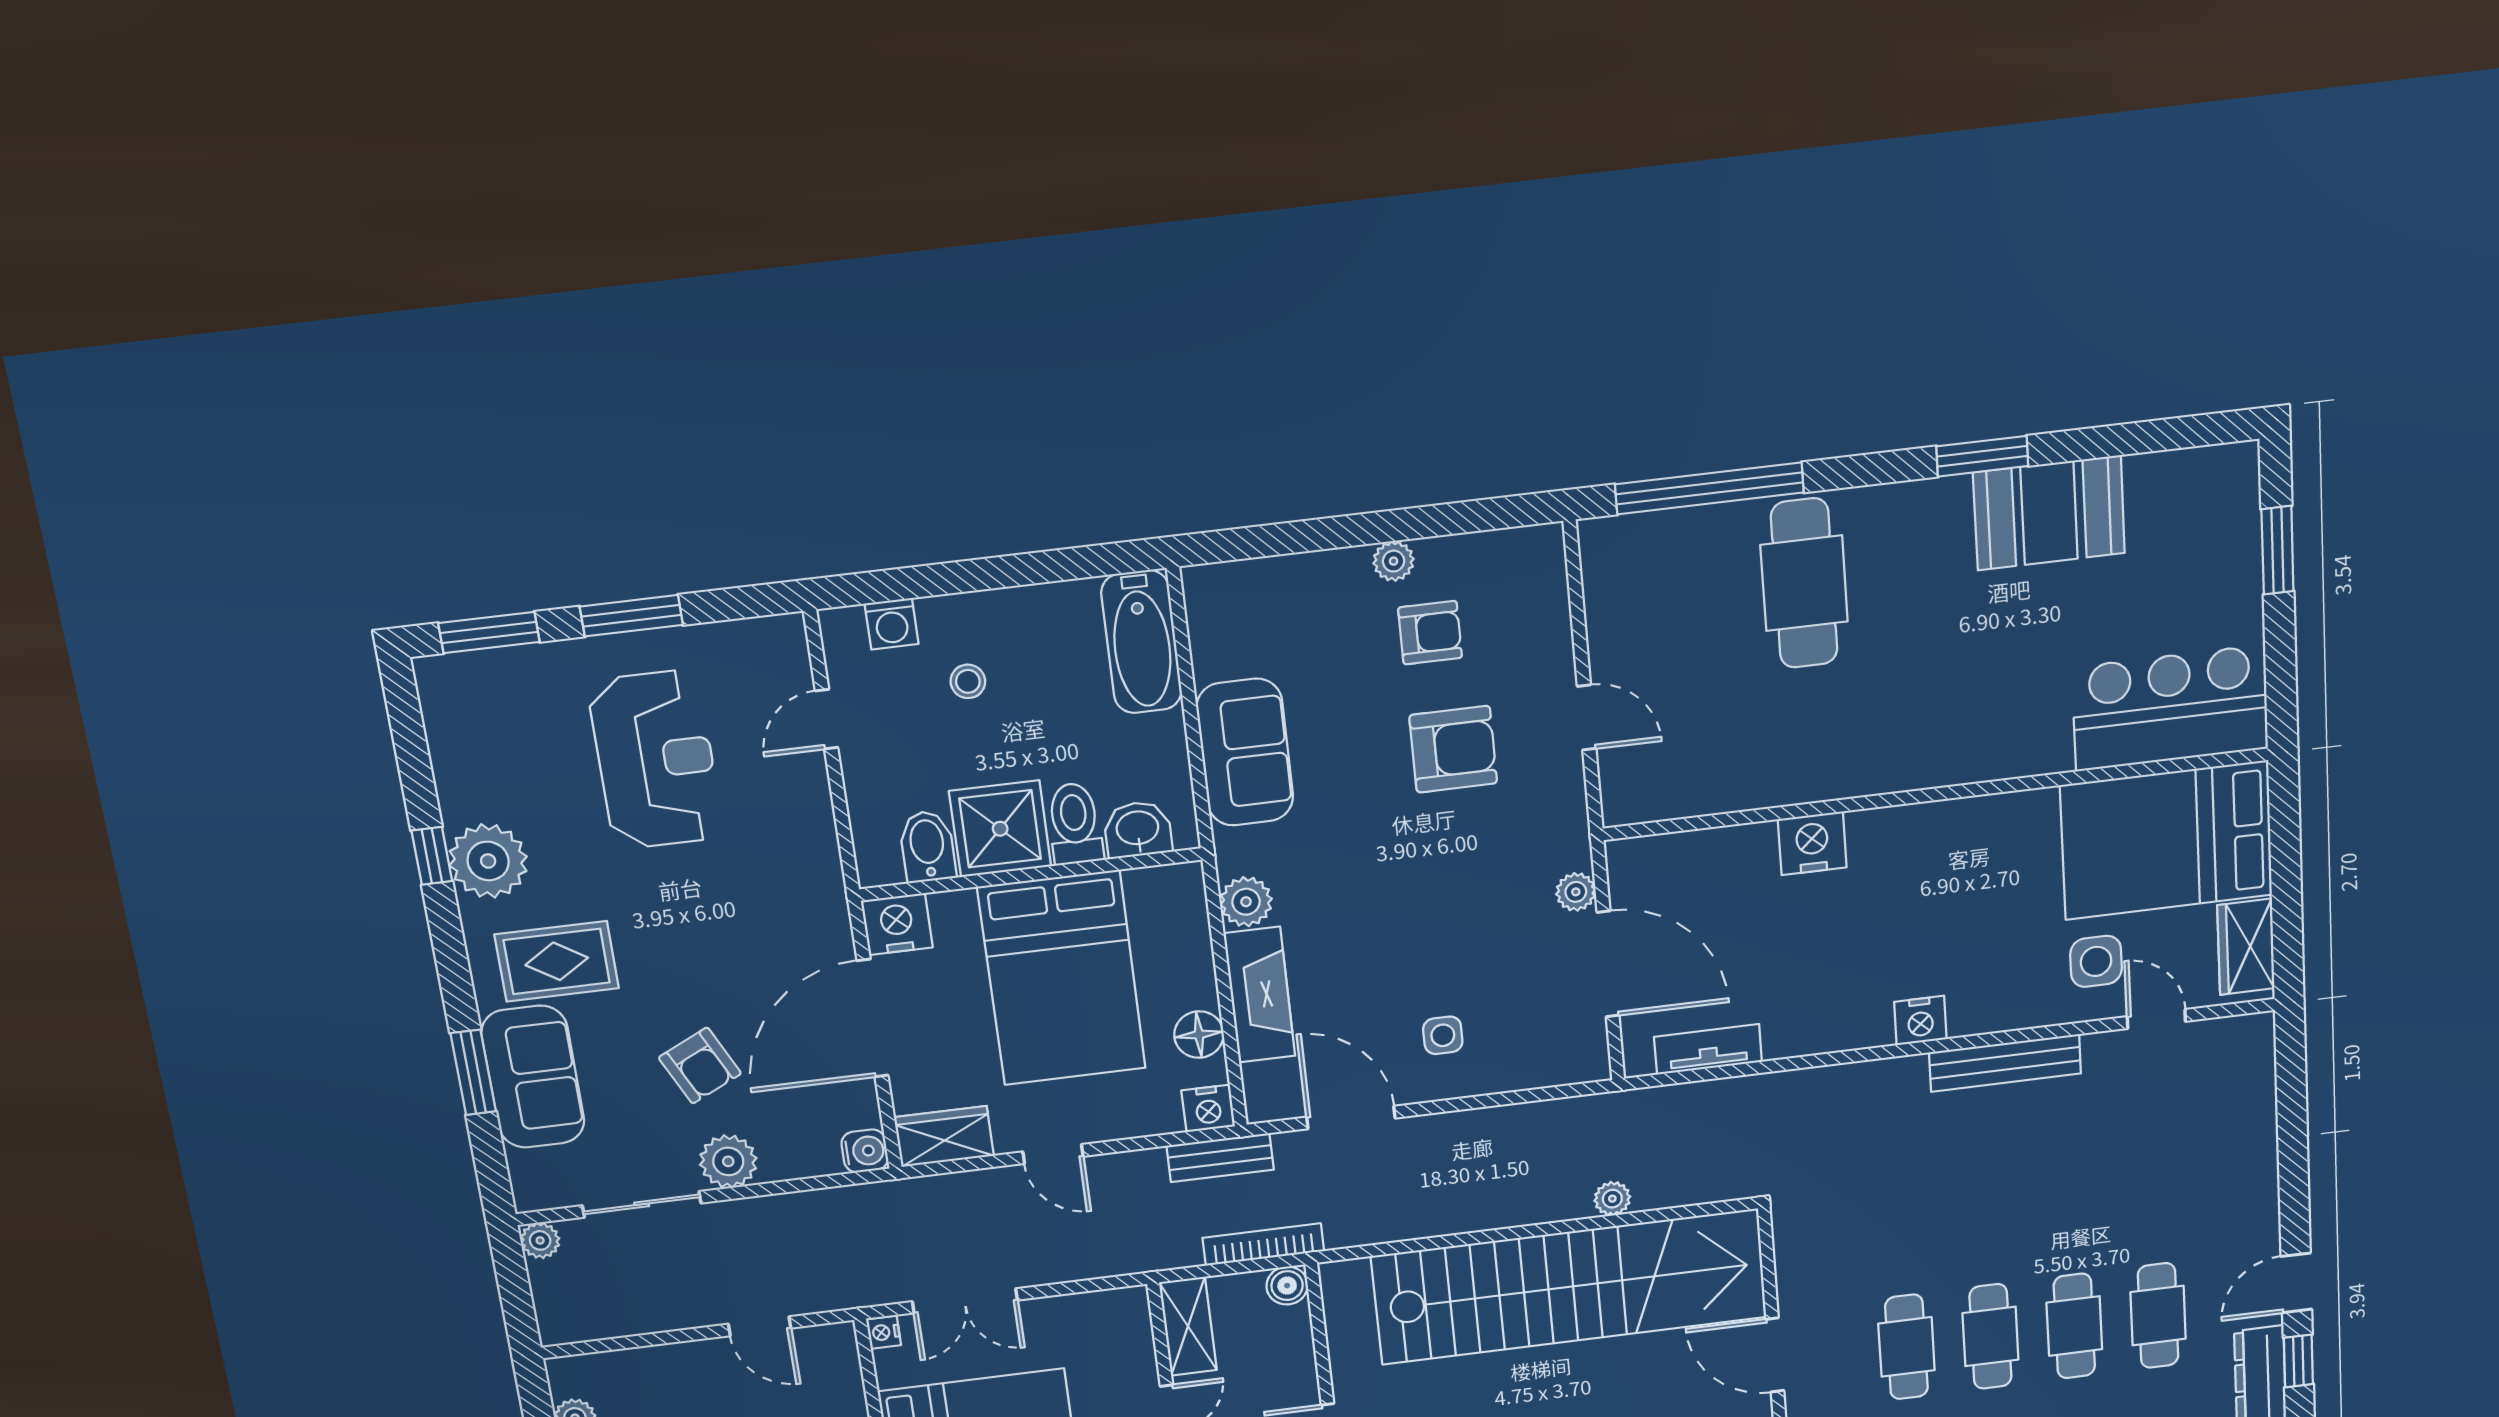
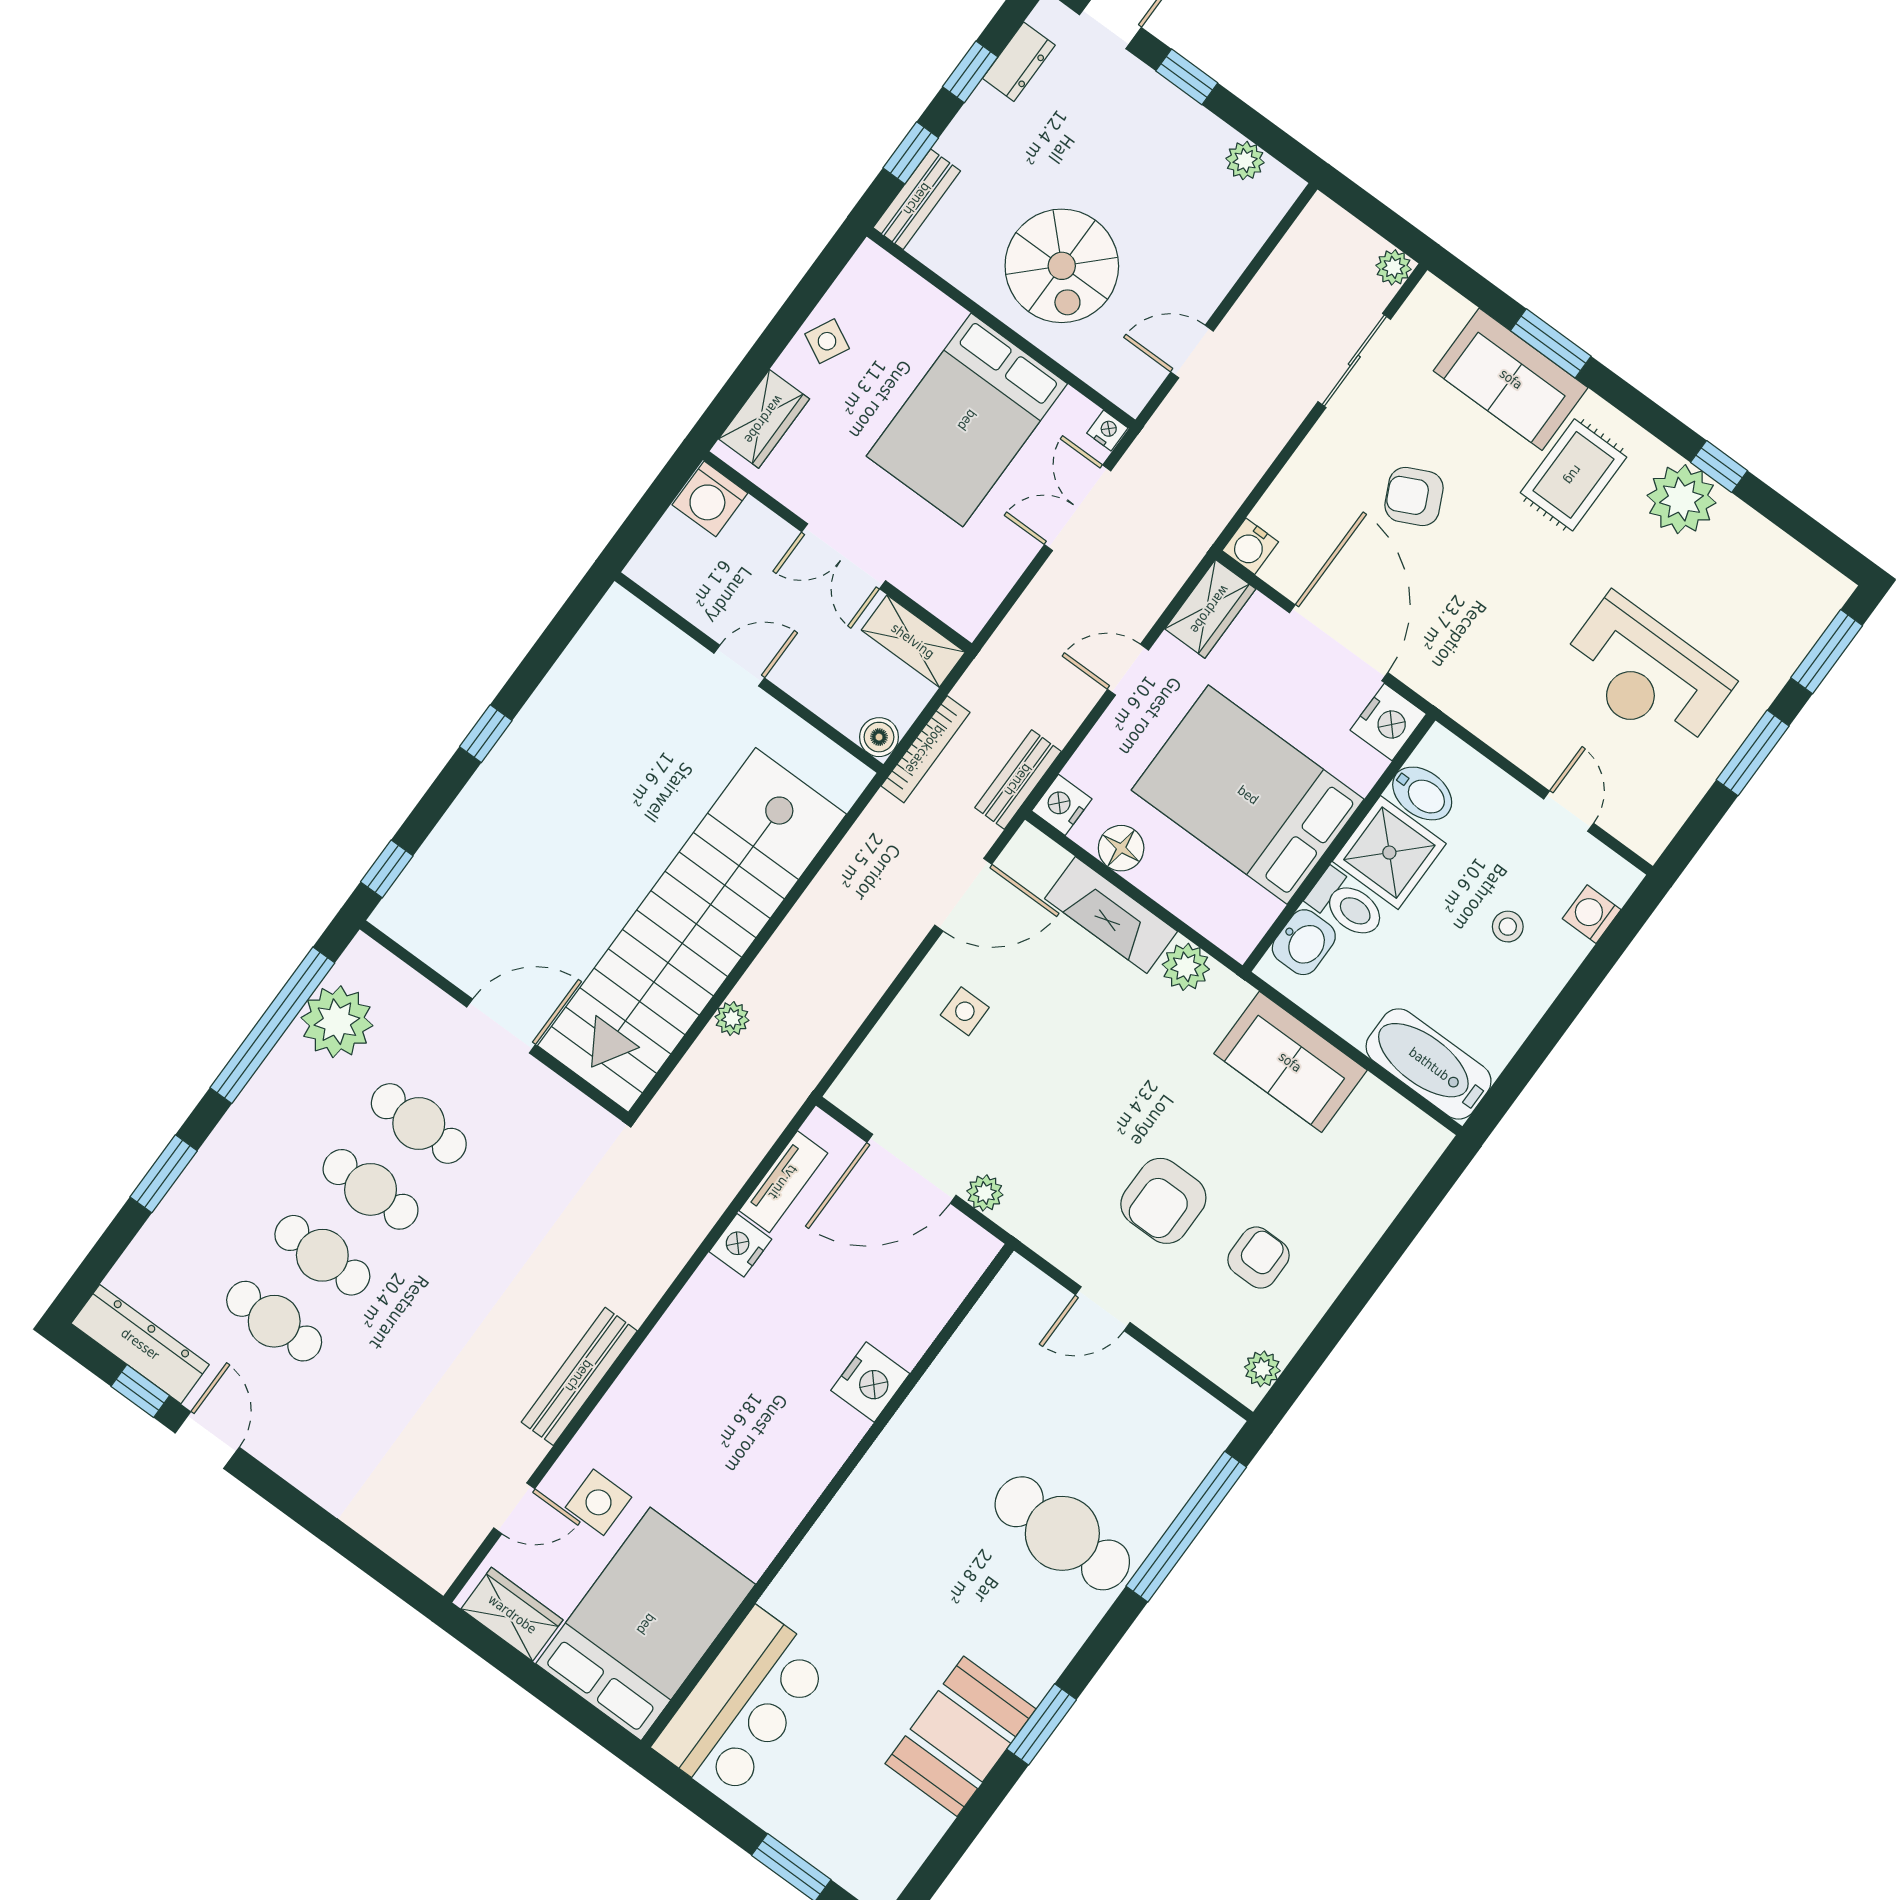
plant: (1394, 561) -> (1262, 1369), moved
armchair: (1430, 633) -> (1258, 1258), turned 180
nightstand: (1920, 1021) -> (740, 1245), moved
plant: (728, 1161) -> (1330, 448), removed

